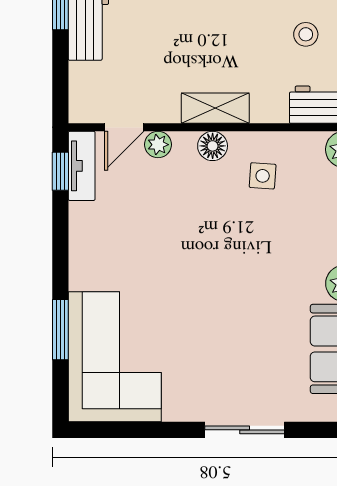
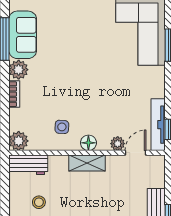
tv unit: (82, 166) -> (158, 125), width x1.41

